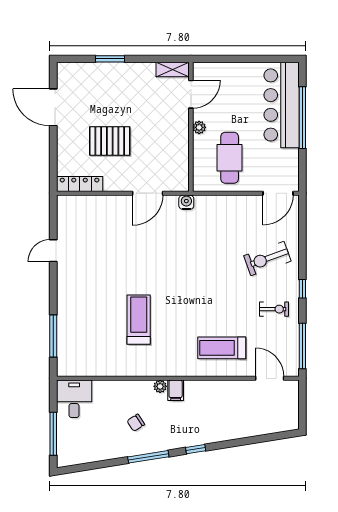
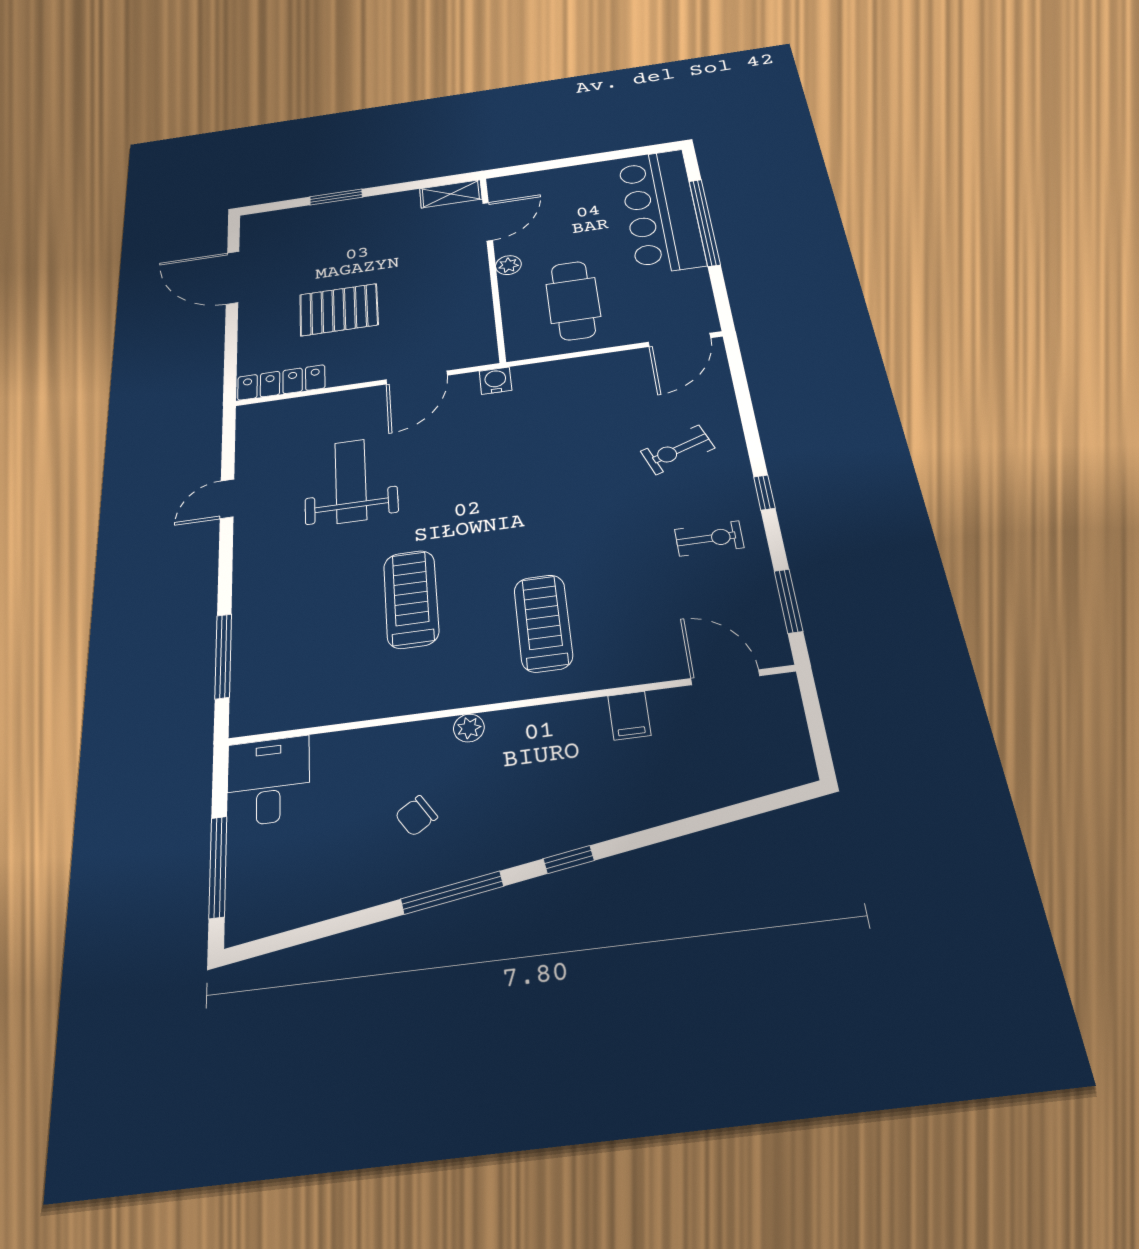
weight bench: (113, 250) -> (351, 481), added
exercise bike: (267, 258) -> (678, 450), width x0.73, depth x0.72
window: (302, 346) -> (788, 601), width x0.69
treadmill: (222, 348) -> (543, 623), moved, turned 90
filing cabinet: (176, 390) -> (629, 716), moved

